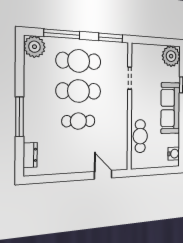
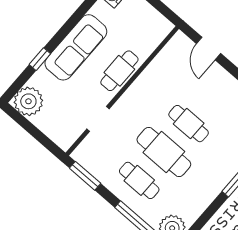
cafe table: (79, 61) -> (139, 180), width x0.73, depth x0.74
cafe table: (140, 136) -> (119, 71), moved

